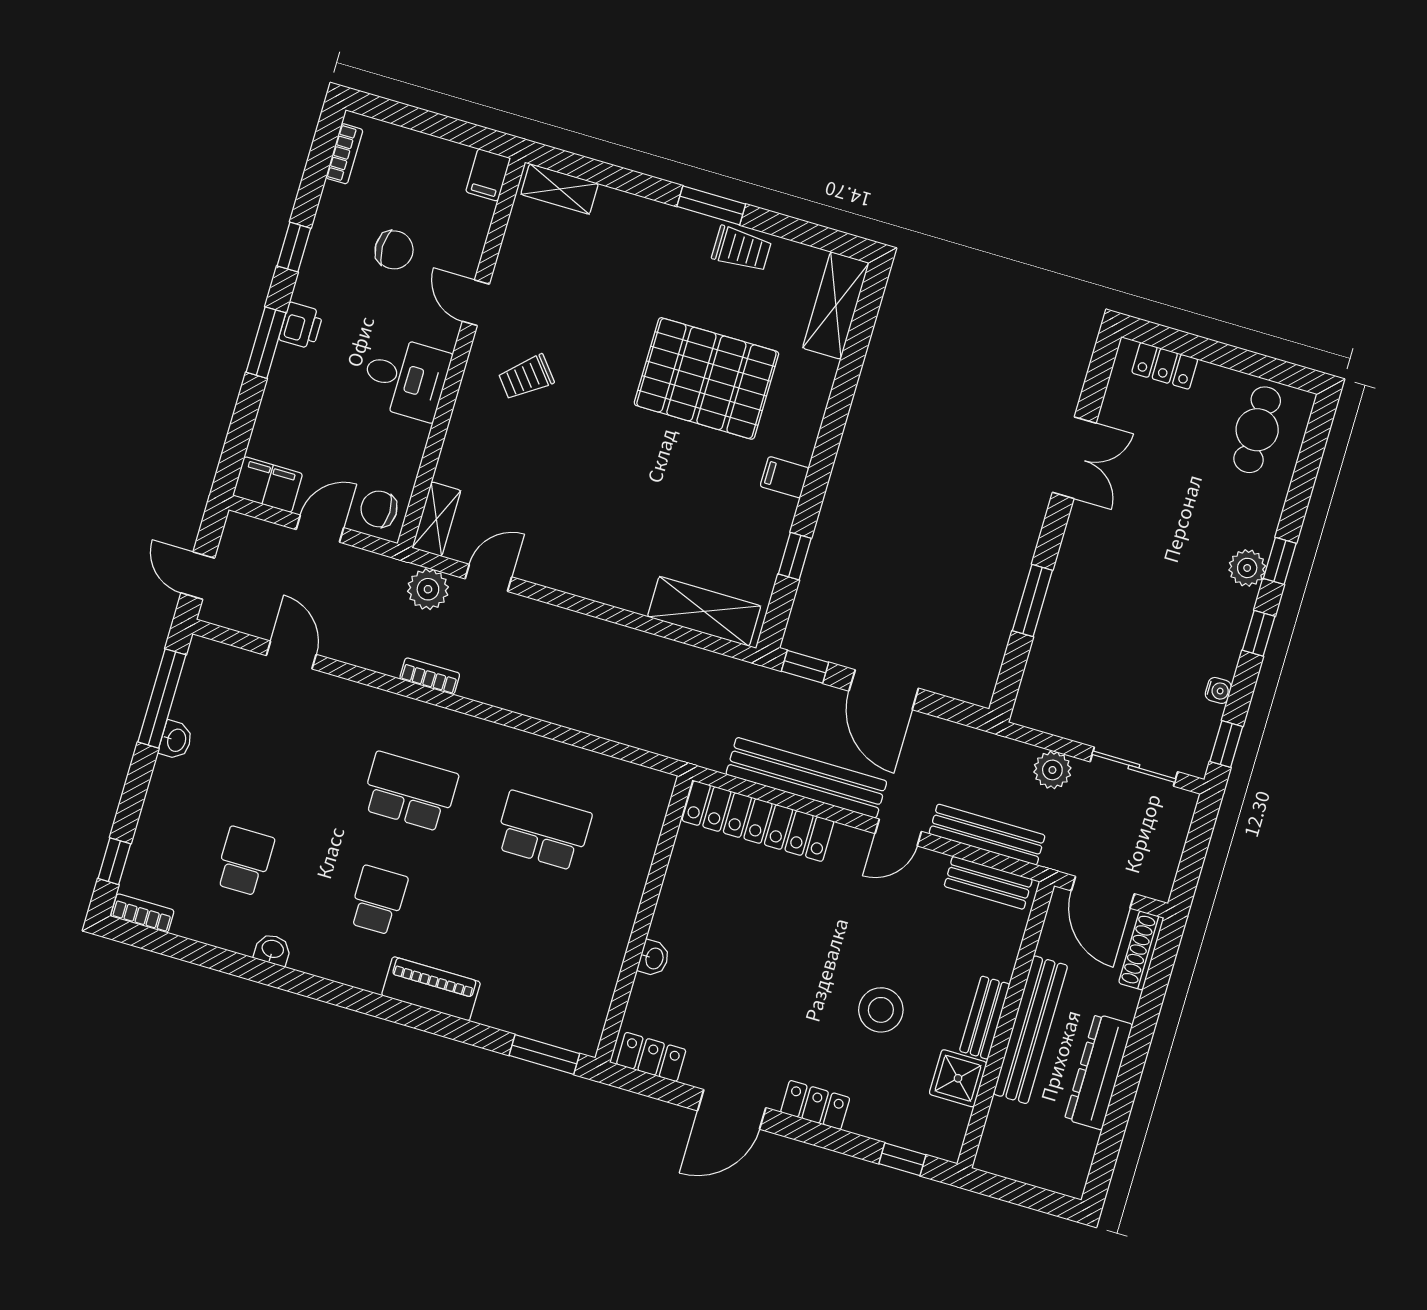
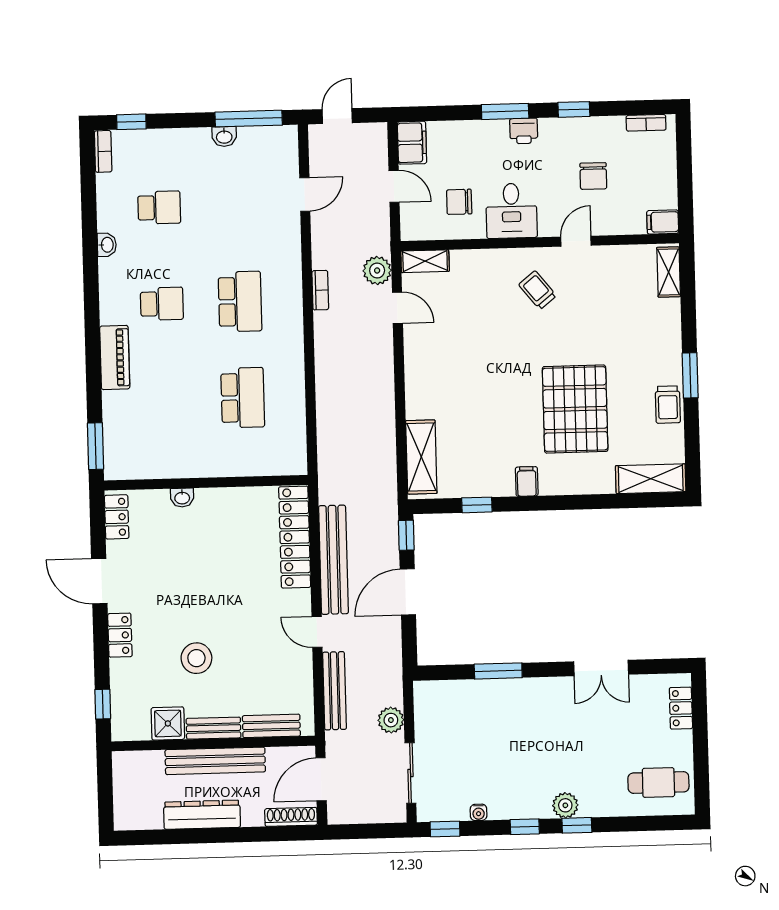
chair: (379, 509) -> (459, 202), moved, turned -90
bench: (988, 883) -> (271, 726), moved, turned 90

